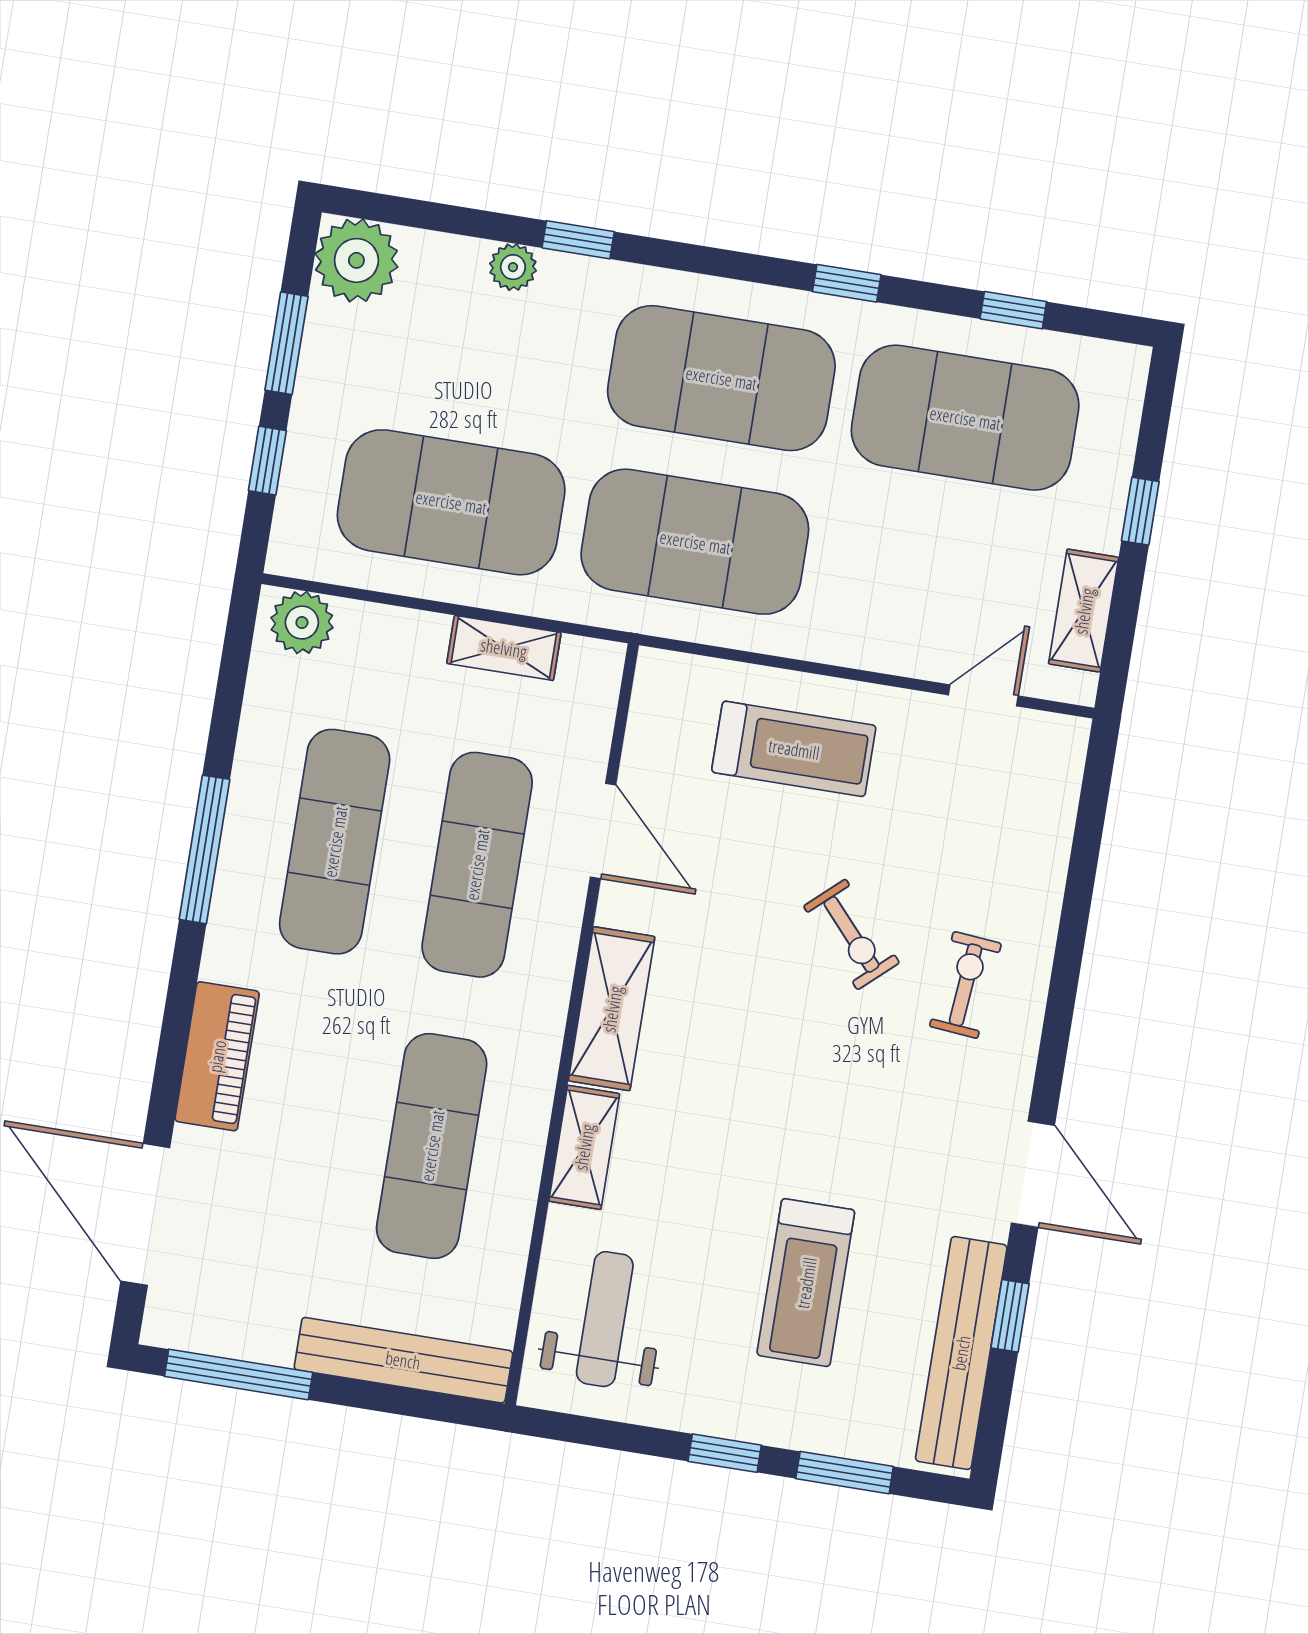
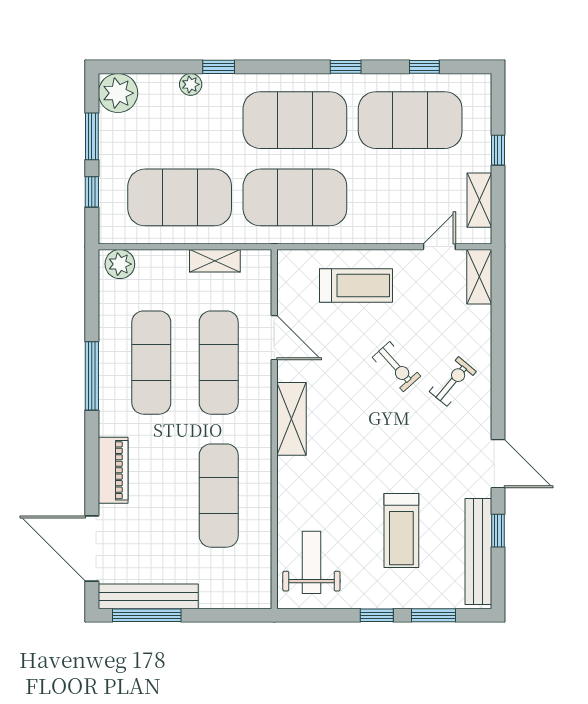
exercise bike: (965, 985) -> (453, 381), turned 35
shelving: (584, 1147) -> (479, 277), moved
bench: (403, 1360) -> (148, 596), moved

